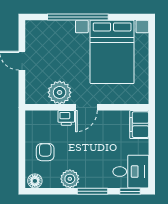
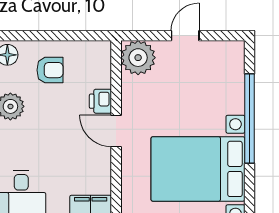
plant: (60, 92) -> (138, 58), moved

